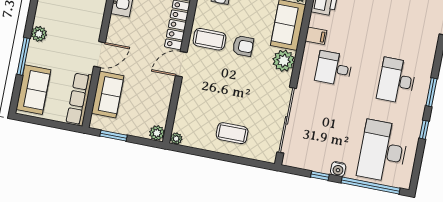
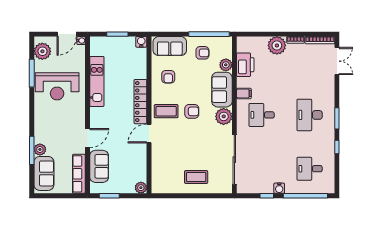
plant: (39, 34) -> (40, 149), moved
plant: (176, 139) -> (156, 189), removed
desk: (383, 151) -> (310, 169), width x0.53, depth x0.77

